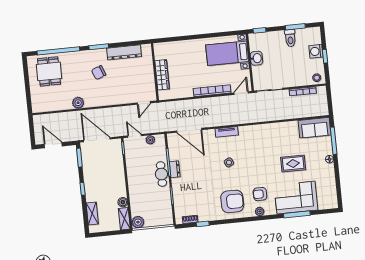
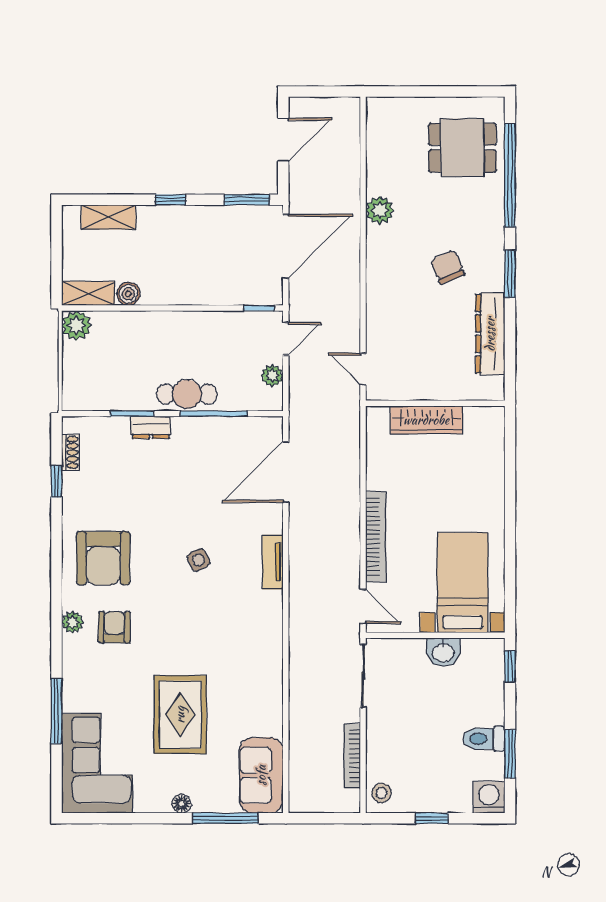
washing machine: (316, 51) -> (489, 797), moved
rug: (293, 163) -> (180, 715), width x1.36, depth x1.43
dresser: (175, 169) -> (151, 427), moved
corner sofa: (296, 198) -> (97, 763), moved

